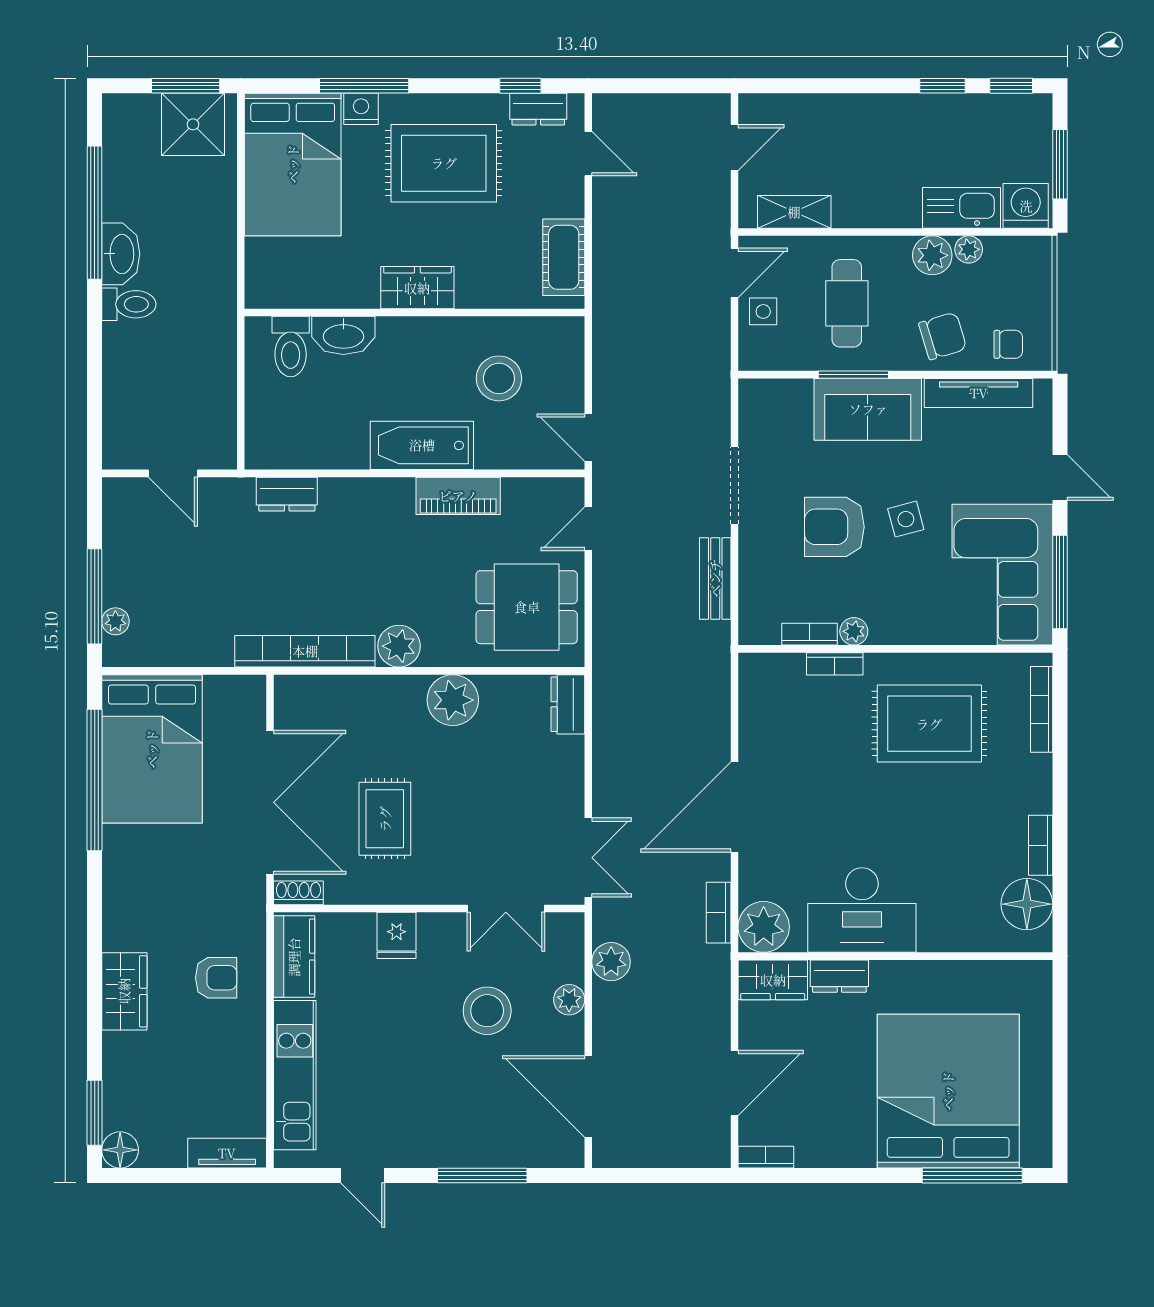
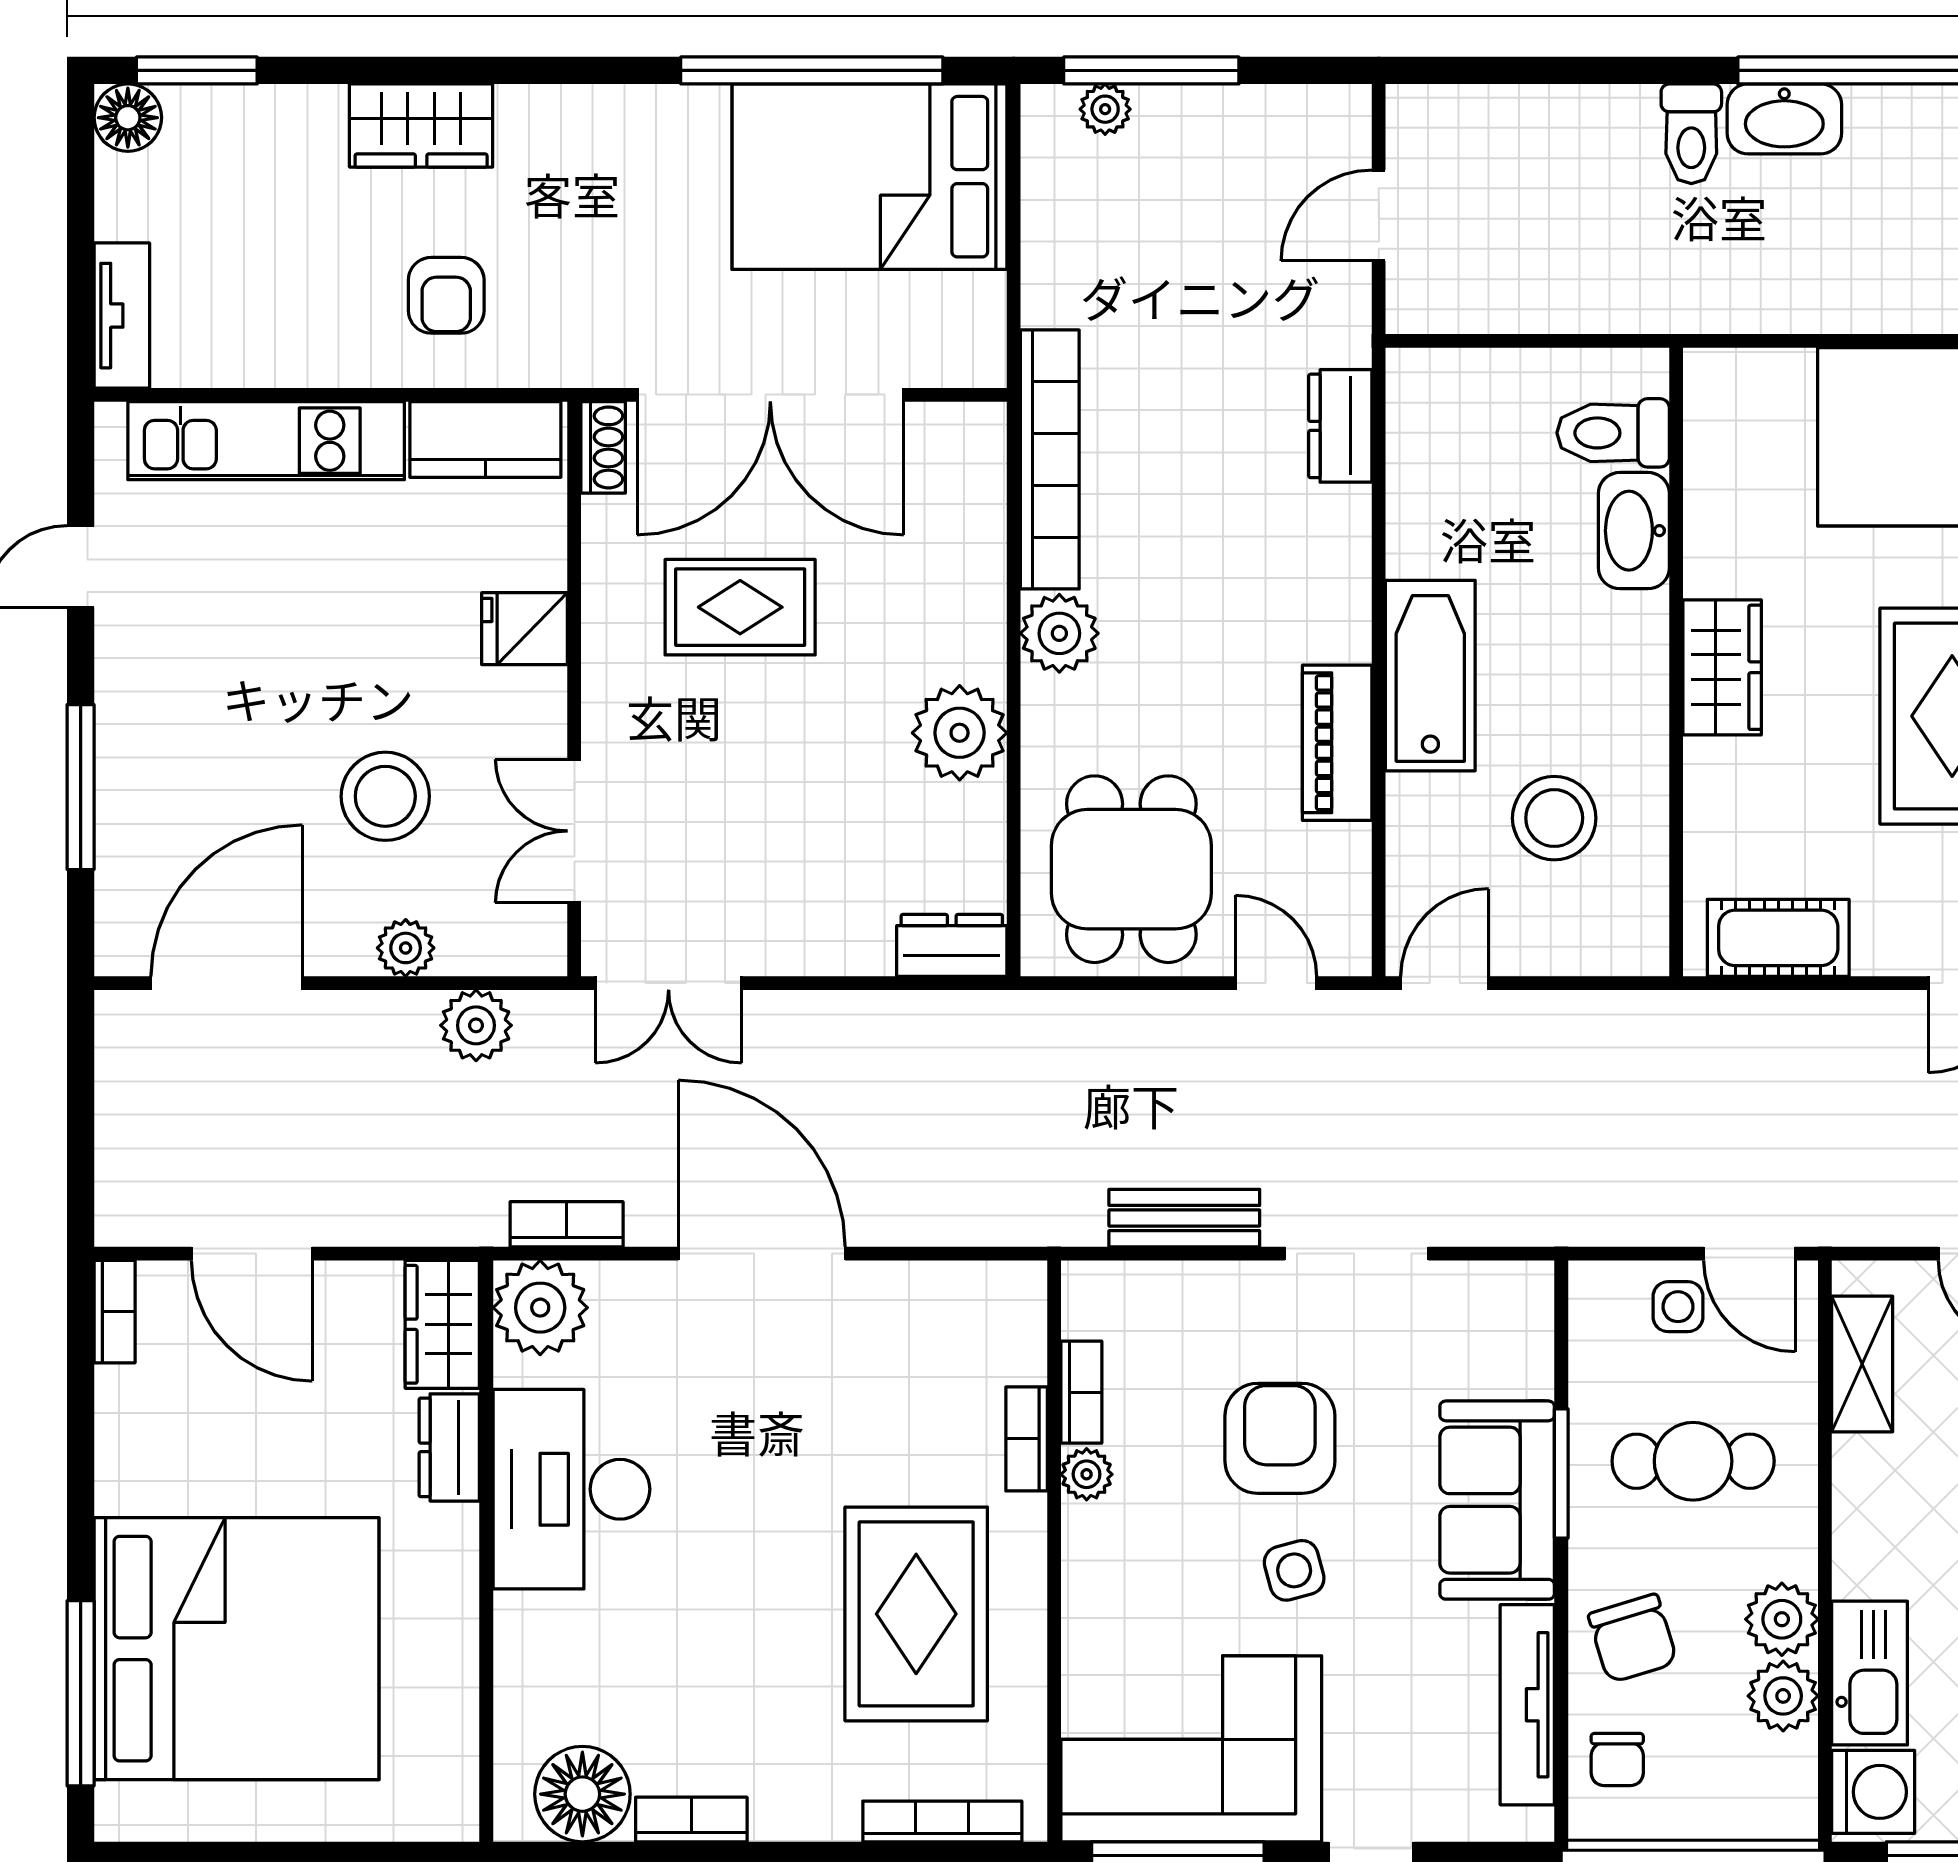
plant: (969, 249) -> (1783, 1696), width x1.38, depth x1.38

